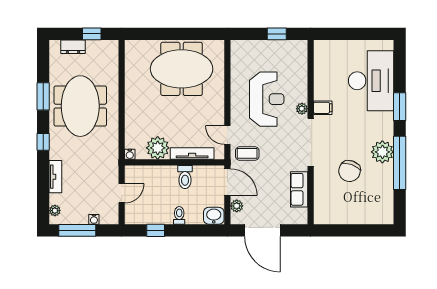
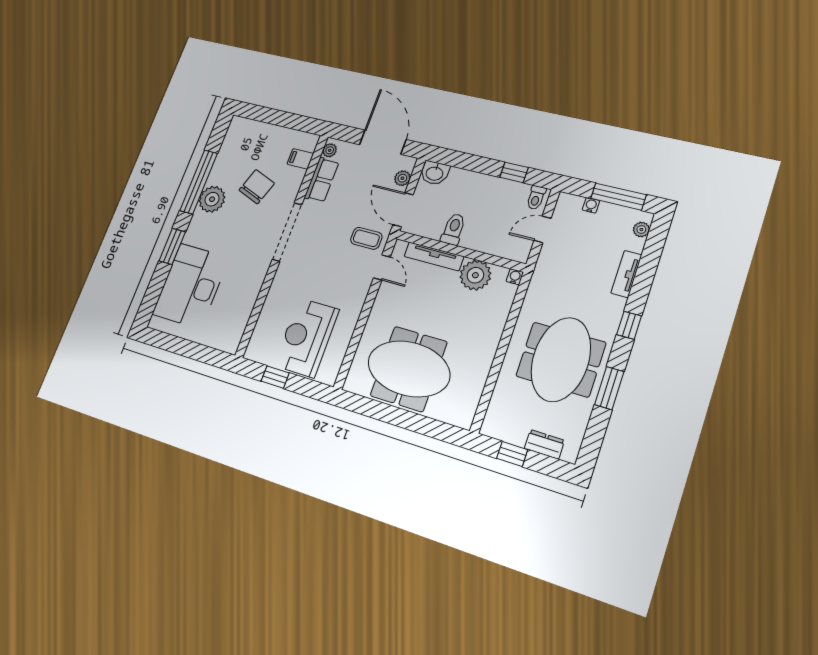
reception desk: (267, 99) -> (306, 337), moved
filing cabinet: (323, 108) -> (300, 159), moved
plant: (302, 109) -> (330, 150), moved
toilet: (179, 215) -> (536, 198), moved

